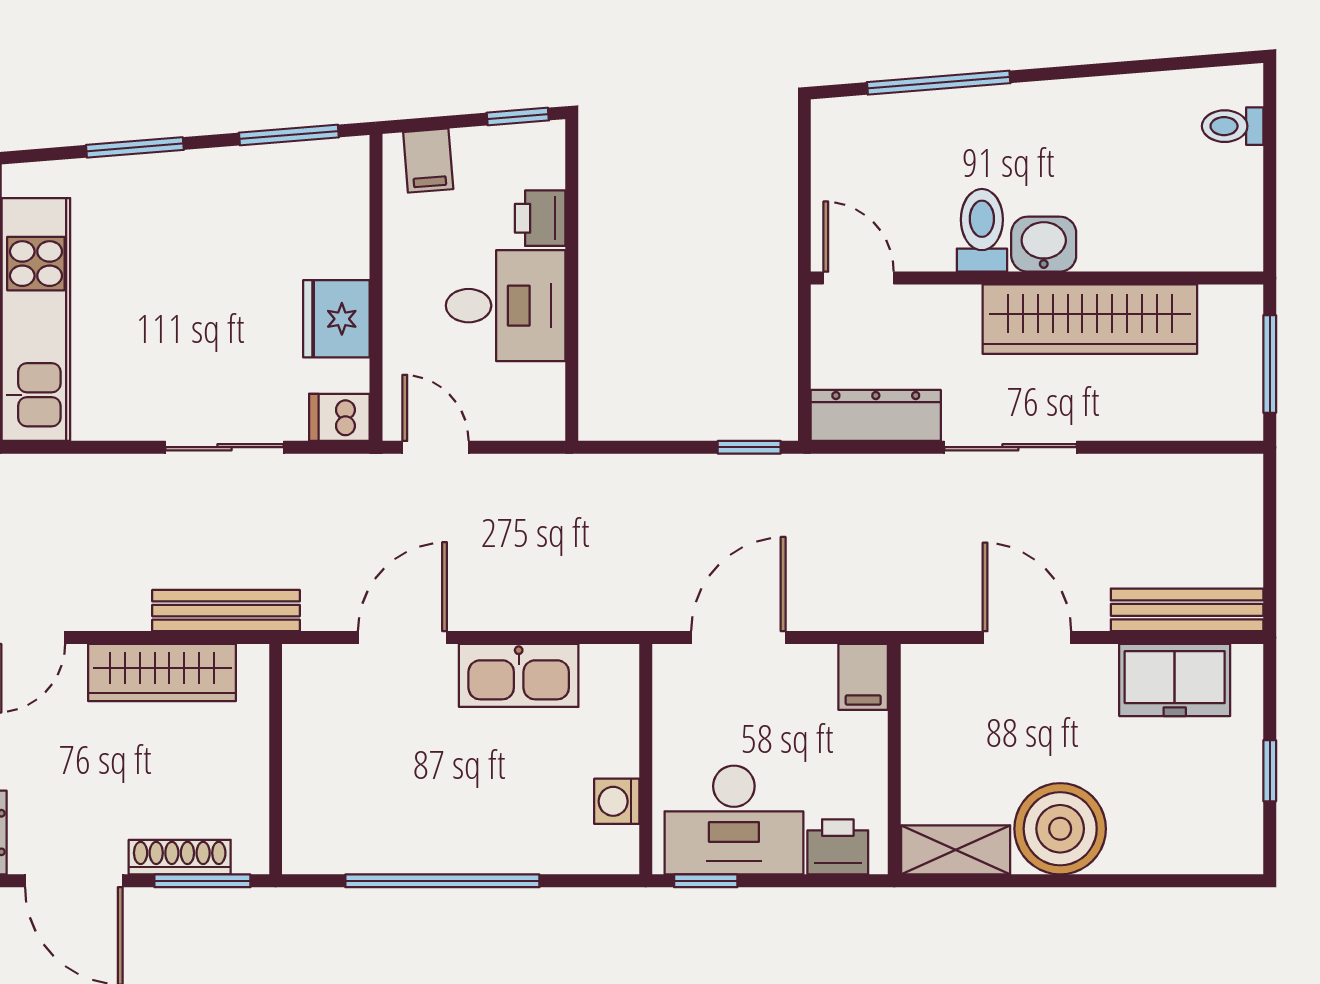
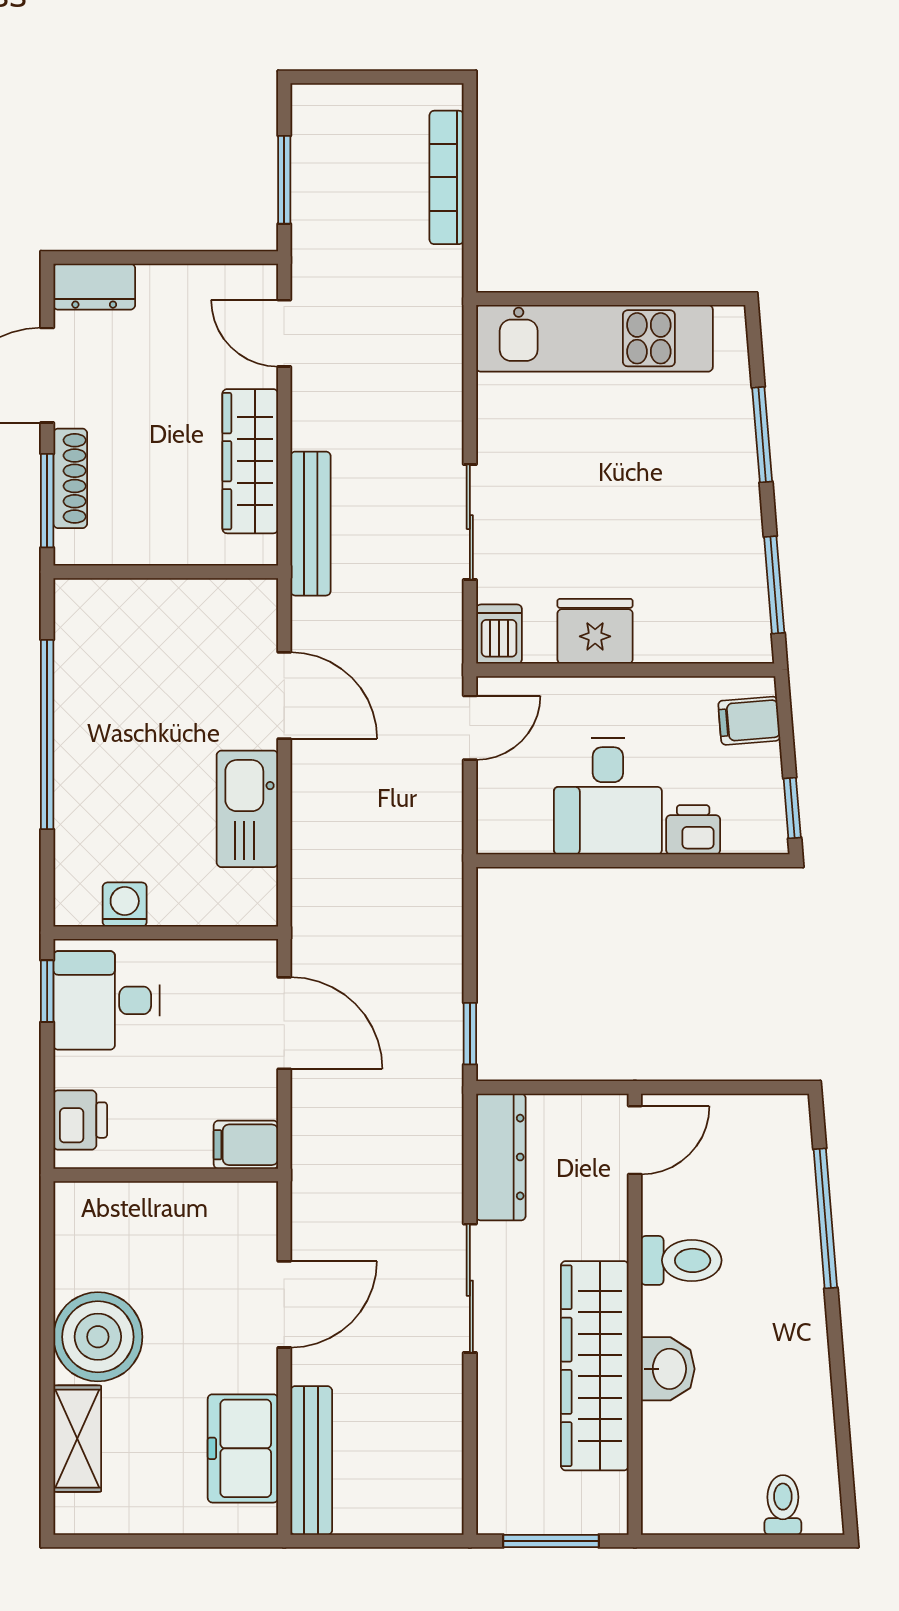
washbasin: (1044, 244) -> (668, 1369), moved
window: (1270, 771) -> (154, 1541), removed
desk: (734, 820) -> (106, 1000), width x0.73
shelving: (956, 850) -> (77, 1439), moved

